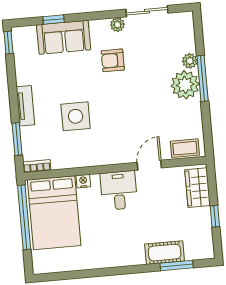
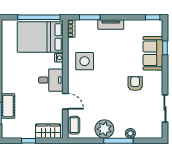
plant: (117, 25) -> (158, 89), removed
plant: (185, 85) -> (104, 129), moved
side table: (76, 116) -> (85, 61), moved

